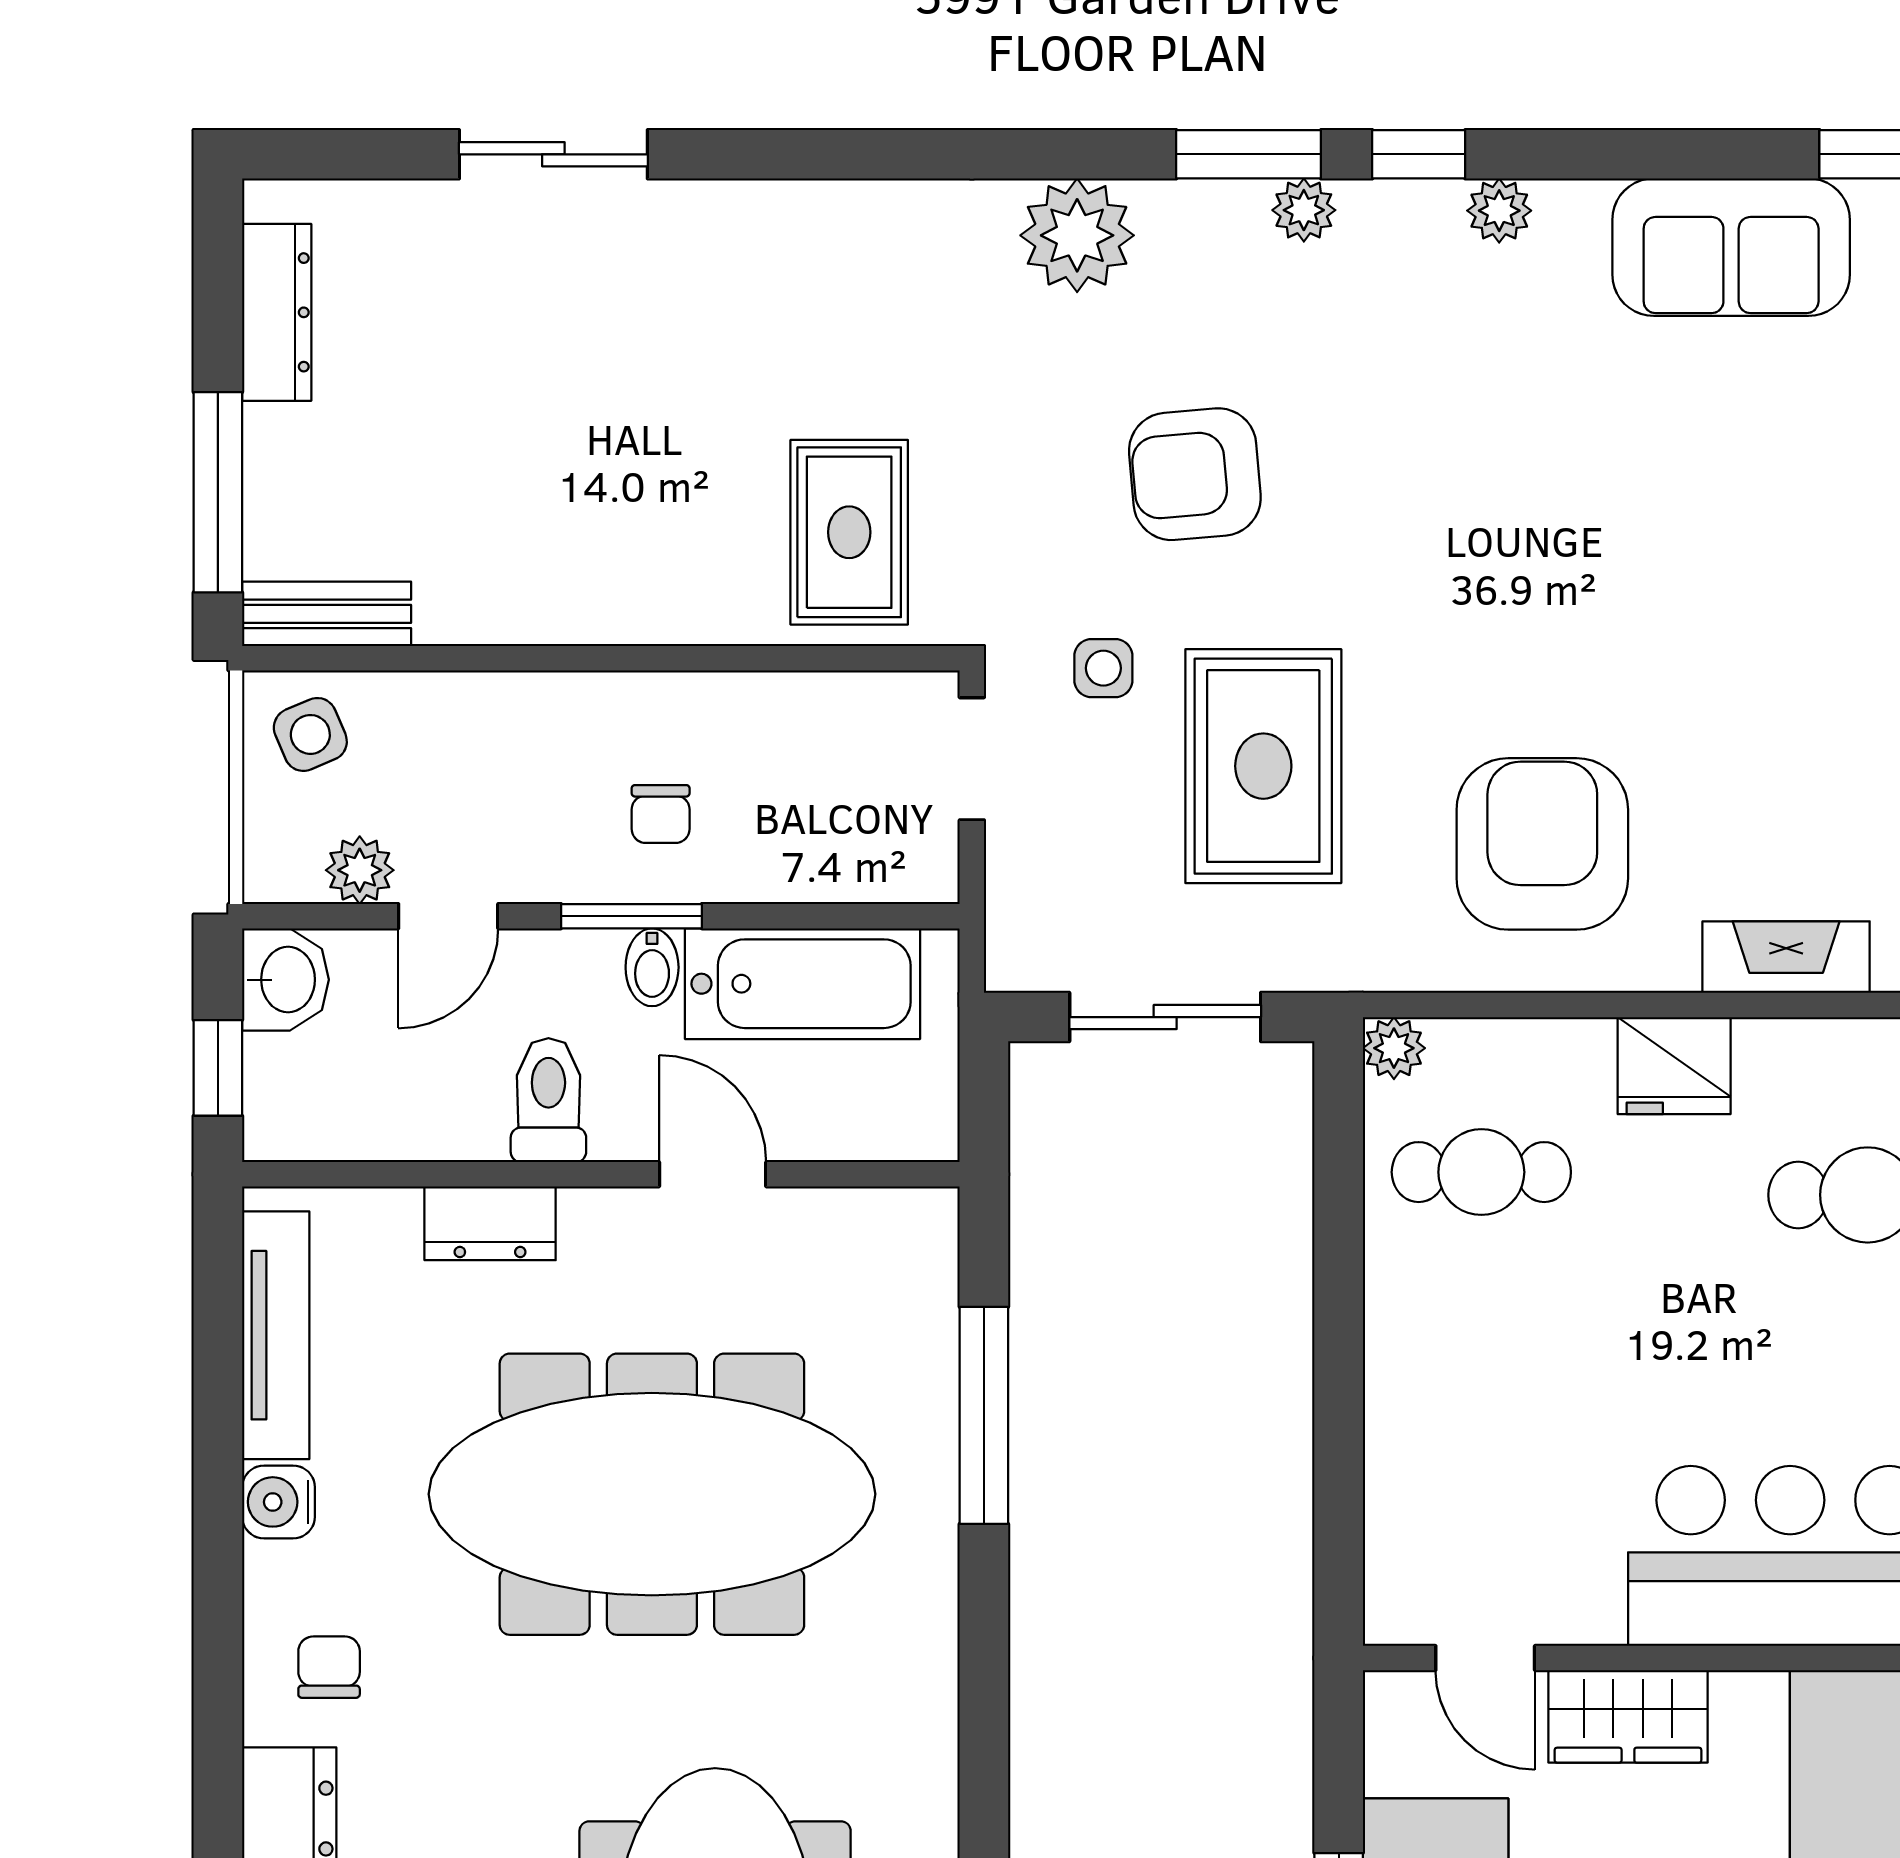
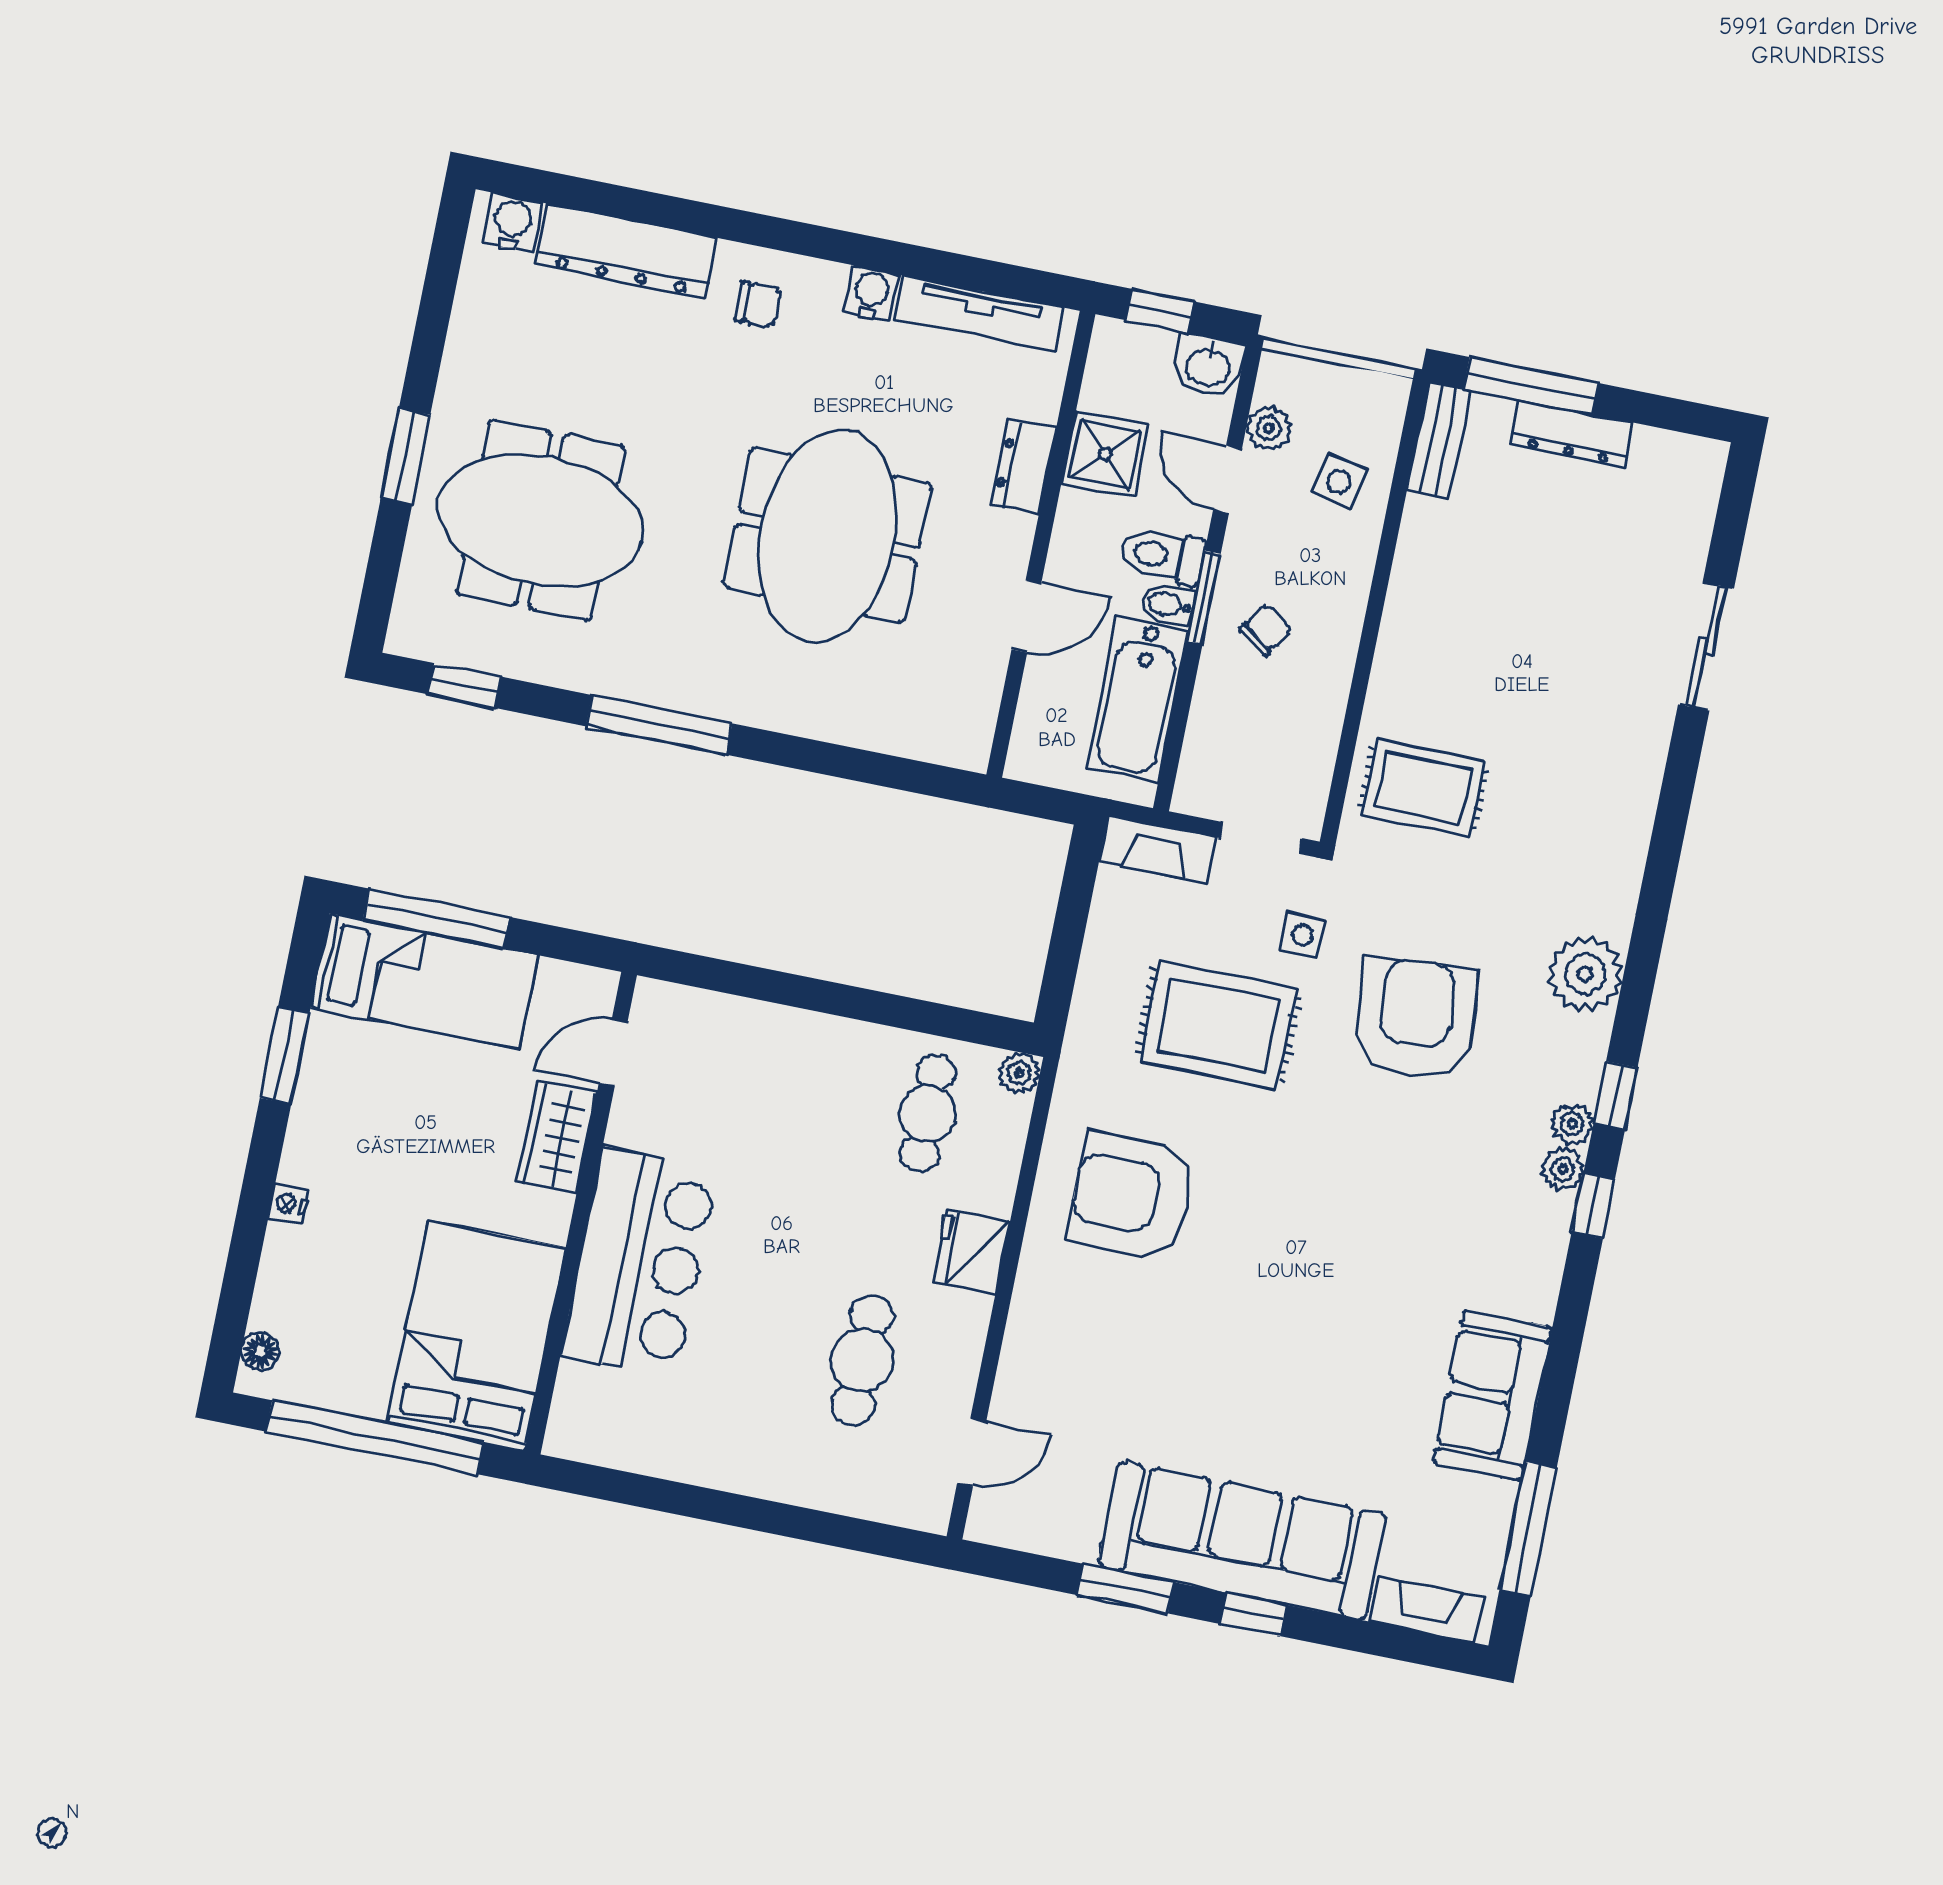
window: (1249, 154) -> (1615, 1096), width x0.67
plant: (1499, 211) -> (1563, 1169), moved
dresser: (277, 312) -> (1572, 433), moved
armchair: (1195, 474) -> (1416, 1019), width x1.36, depth x1.36
side table: (310, 734) -> (1339, 481), moved, turned 36
chair: (661, 814) -> (1266, 630), turned 124
armchair: (1542, 844) -> (1132, 1196), turned 180
fireplace: (1786, 957) -> (1158, 849), moved, turned 90
sliding door: (1165, 1017) -> (1069, 929), removed
toilet: (548, 1100) -> (1162, 556), moved, turned 180
shower: (448, 1105) -> (1105, 454), added
window: (984, 1415) -> (659, 725), moved
meeting table: (652, 1494) -> (828, 536), width x0.73

